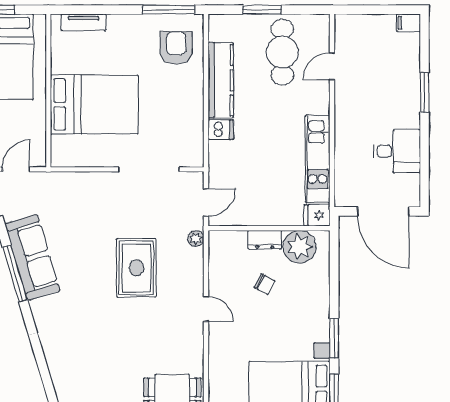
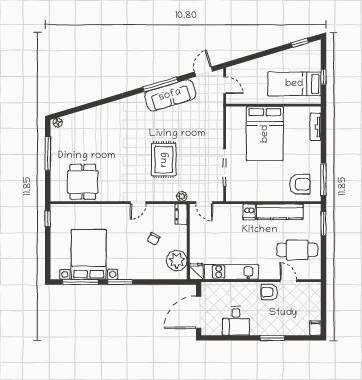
window: (262, 10) -> (323, 224), moved
armchair: (351, 97) -> (269, 292), added
dresser: (265, 240) -> (181, 214), moved
rug: (136, 268) -> (164, 160), turned 90

